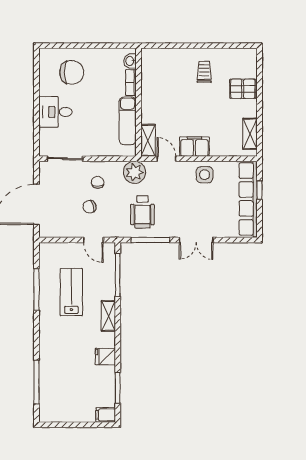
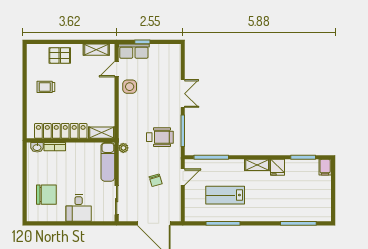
chair: (72, 72) -> (46, 195), turned 90
pallet: (243, 89) -> (60, 56), turned 90
locker: (150, 90) -> (61, 131), added
exam couch: (128, 121) -> (108, 162), moved, turned 90
filing cabinet: (194, 147) -> (107, 95), removed
door: (166, 159) -> (117, 69), moved
plant: (134, 172) -> (123, 148), width x0.53, depth x0.53
chair: (98, 182) -> (136, 174), removed
row of seats: (248, 199) -> (134, 51), width x0.50
shelving: (108, 316) -> (257, 165), moved

